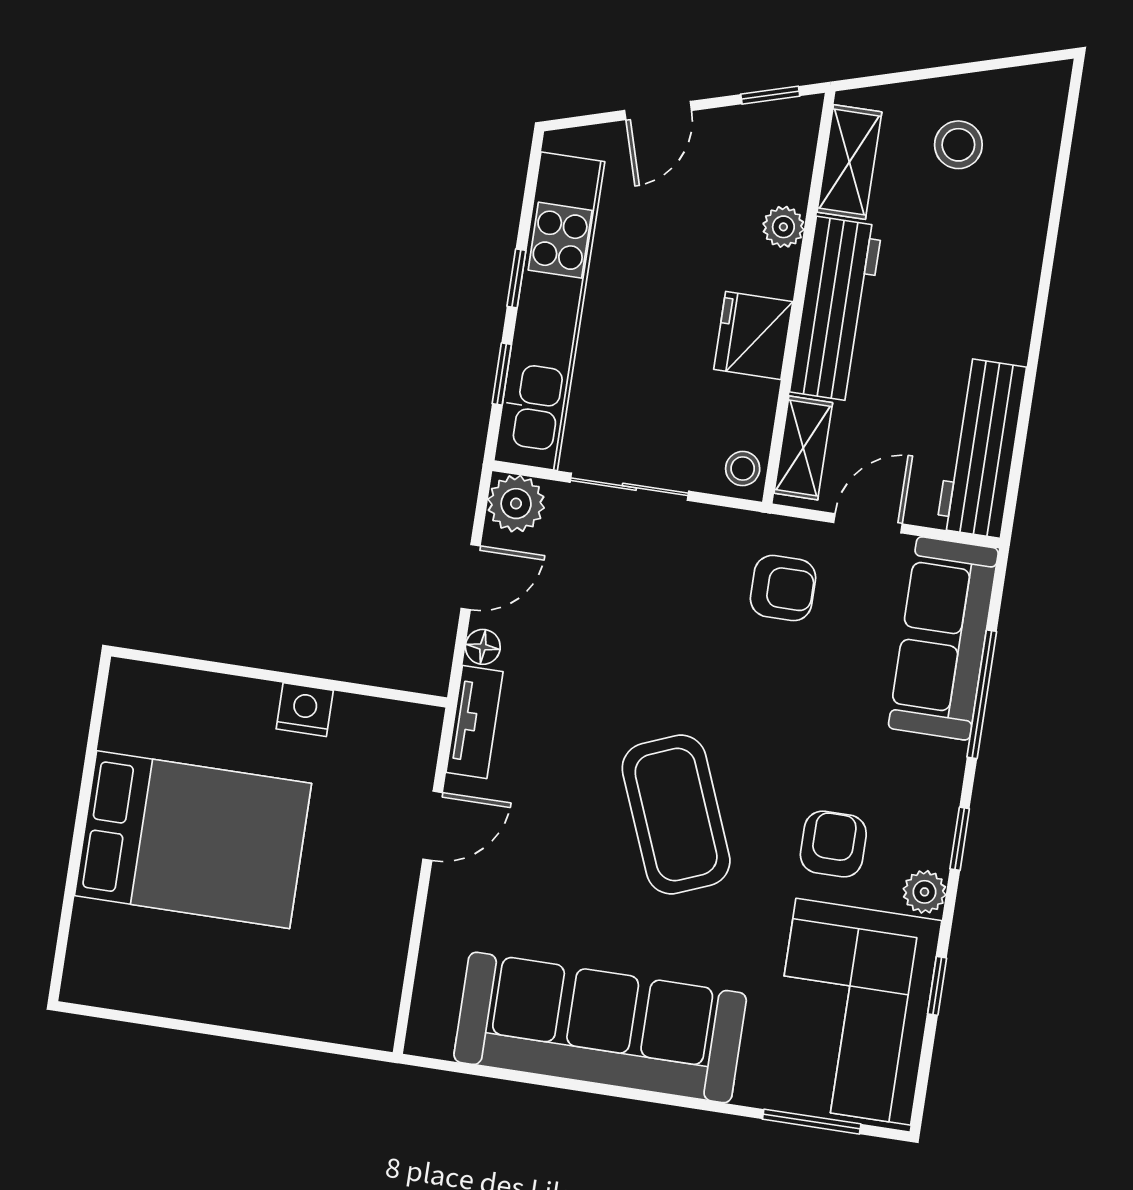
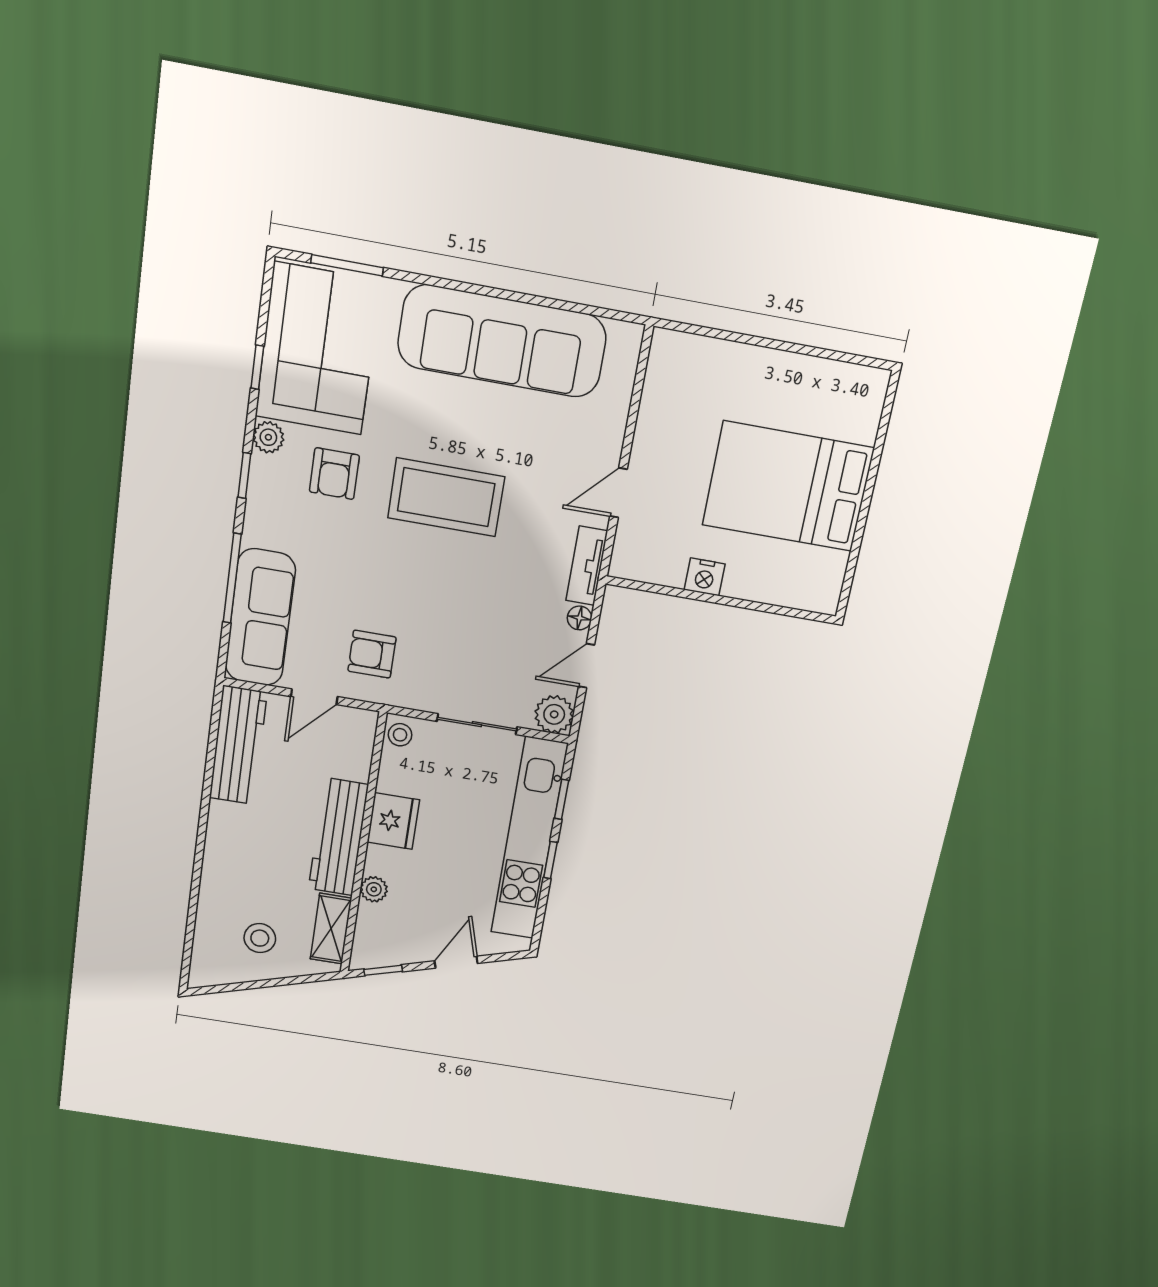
shelving: (803, 448) -> (359, 748), removed
coffee table: (676, 815) -> (446, 497), turned -68

